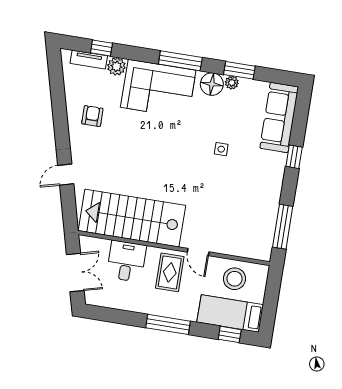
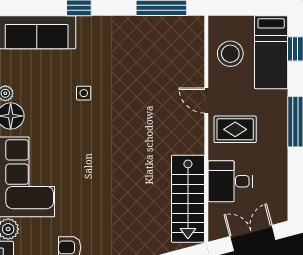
stairs: (132, 218) -> (188, 199), width x0.73, depth x0.66
door: (198, 252) -> (206, 100), swing flipped

